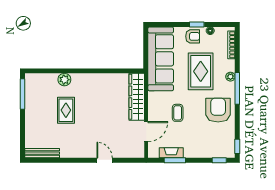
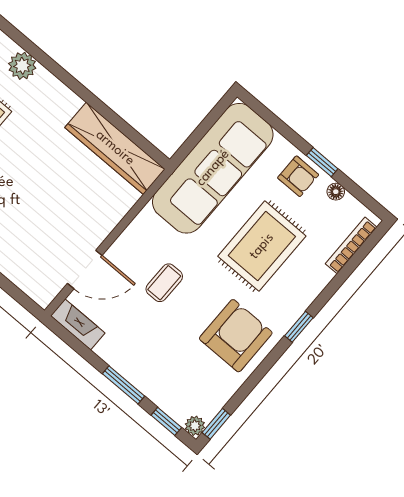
plant: (230, 77) -> (195, 426), moved
window: (237, 88) -> (299, 327), width x0.46
wardrobe: (137, 97) -> (115, 148), moved, turned -90
fireplace: (171, 153) -> (78, 324), moved
window: (175, 160) -> (123, 385), moved

